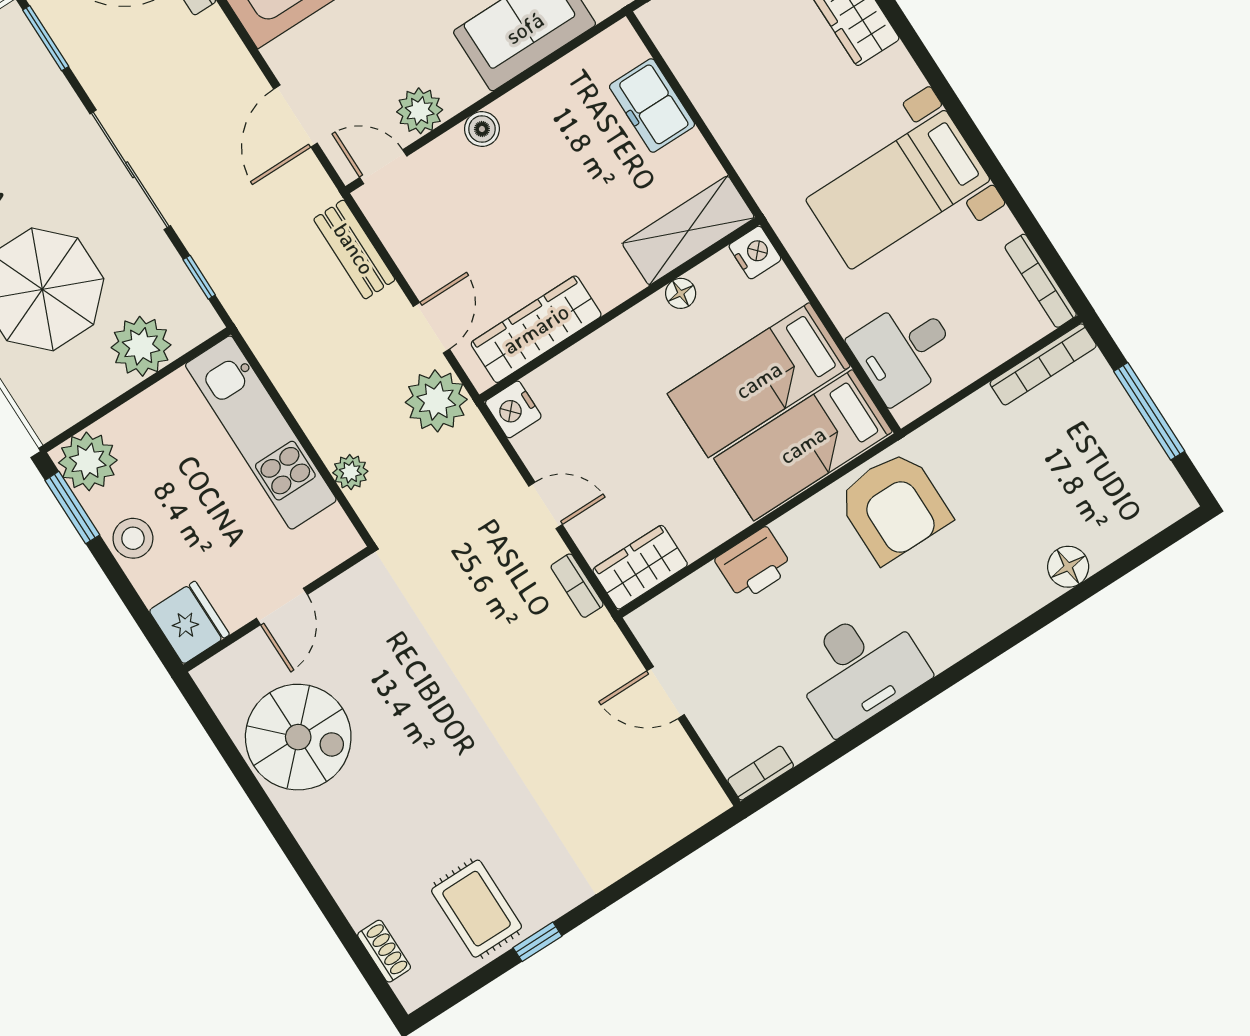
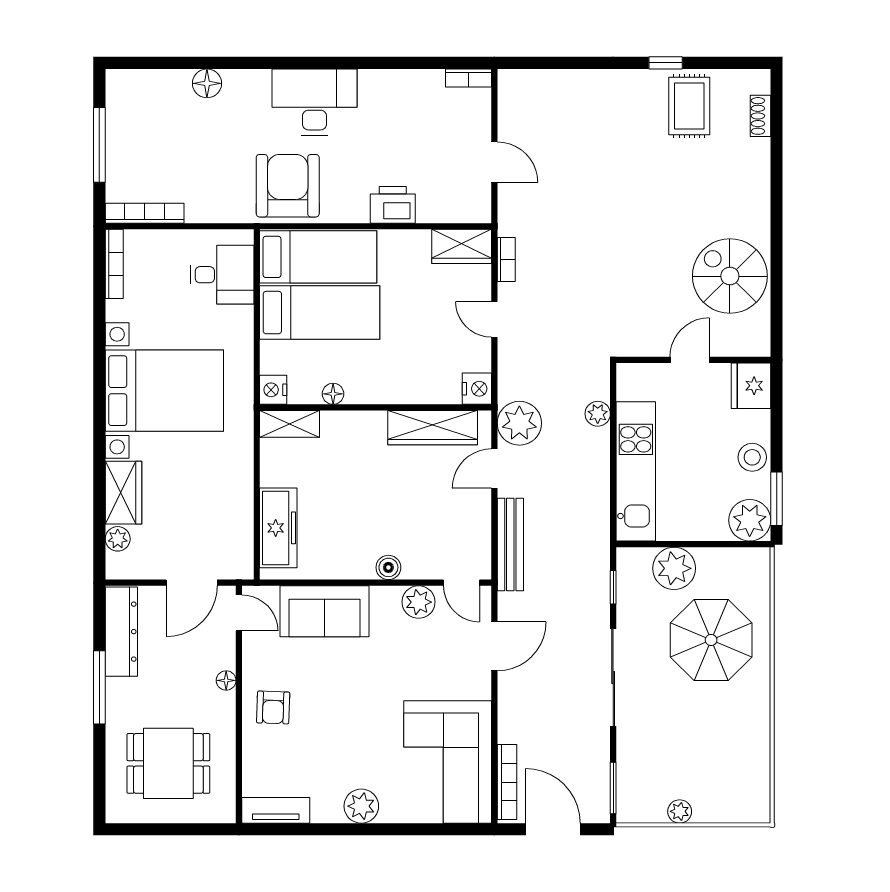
freezer: (652, 106) -> (278, 528), width x1.40
bed with nightstands: (898, 190) -> (164, 391), width x1.36
shelving: (688, 230) -> (290, 424), width x0.67, depth x0.75
bench: (354, 249) -> (510, 545), width x1.36
desk: (860, 669) -> (315, 102), moved

